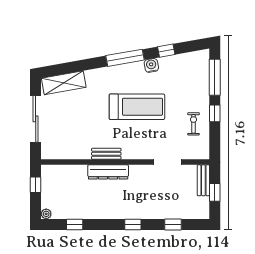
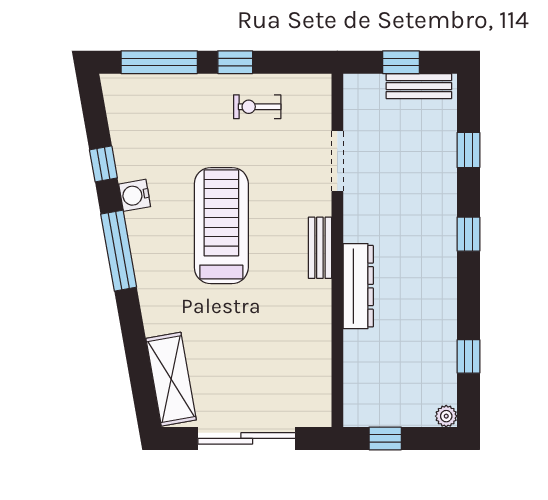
bench: (106, 154) -> (320, 248), moved
bench: (203, 180) -> (419, 86), moved

